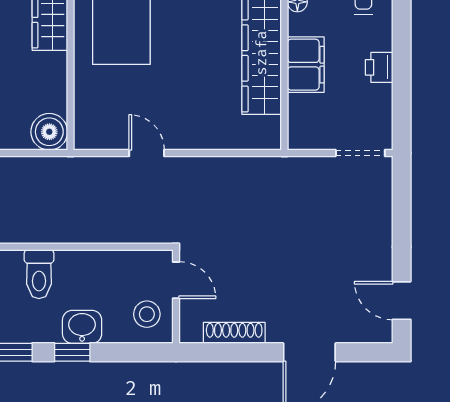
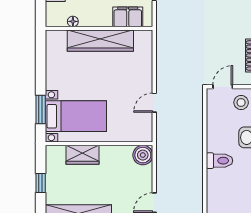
filing cabinet: (306, 65) -> (128, 17), moved

